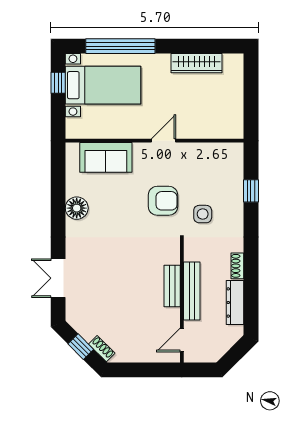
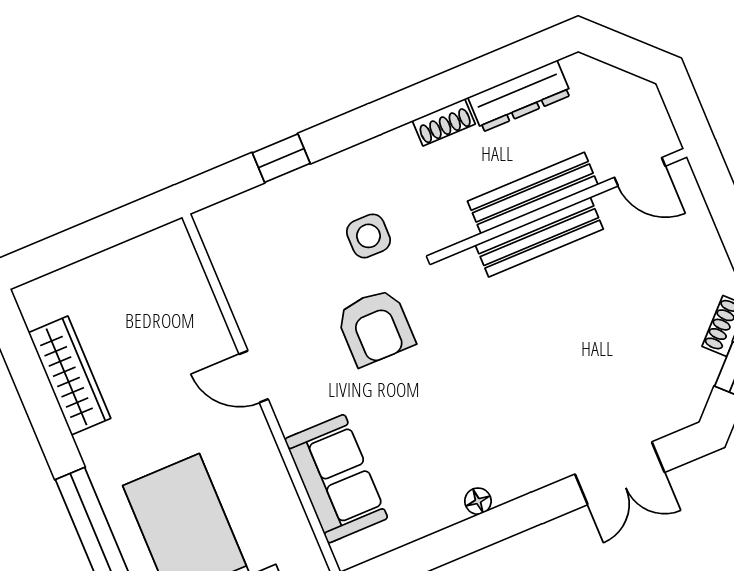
armchair: (163, 201) -> (375, 327), turned 180
floor lamp: (77, 208) -> (478, 501), width x0.53, depth x0.53
bench: (172, 286) -> (539, 237), width x1.36

